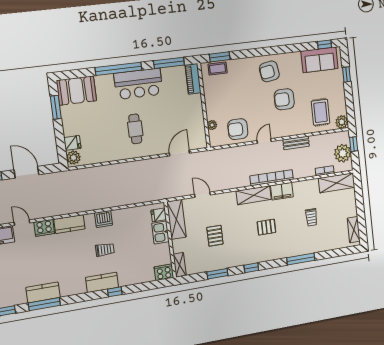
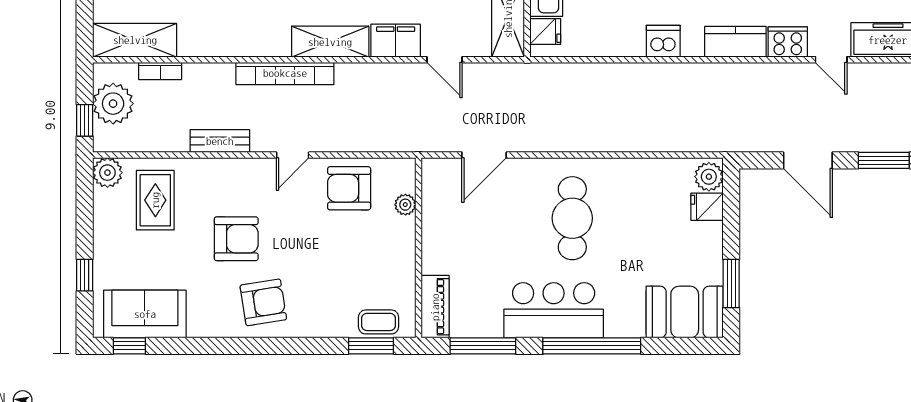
cafe table: (135, 129) -> (572, 218), width x1.37, depth x1.35
armchair: (238, 129) -> (349, 188), turned 180
filing cabinet: (282, 191) -> (396, 41), moved

